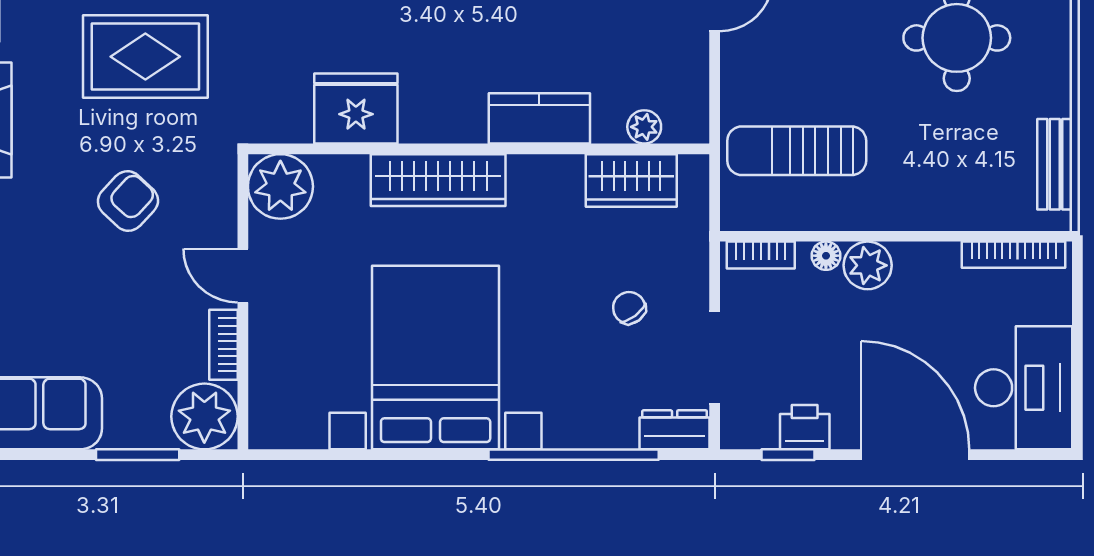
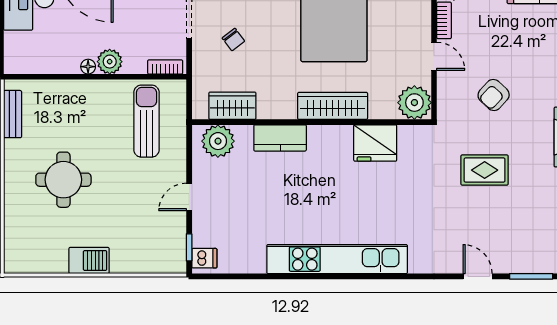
rug: (145, 57) -> (485, 170), width x0.73, depth x0.70
plant: (644, 127) -> (218, 141), width x1.87, depth x1.87
sun lounger: (797, 151) -> (146, 121), turned -90
bookcase: (1014, 255) -> (34, 67), removed
floor lamp: (826, 256) -> (88, 67), moved

